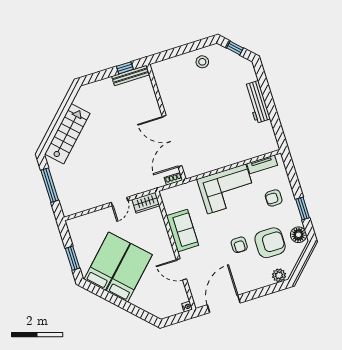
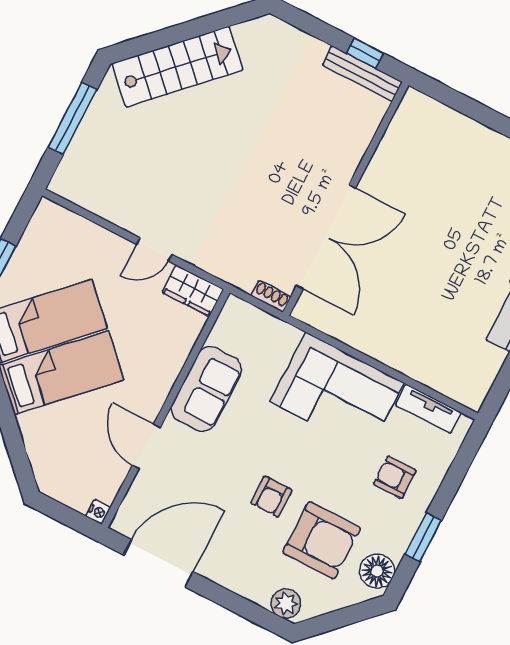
stool: (202, 62) -> (492, 161), removed
double door: (172, 141) -> (326, 237), swing flipped

